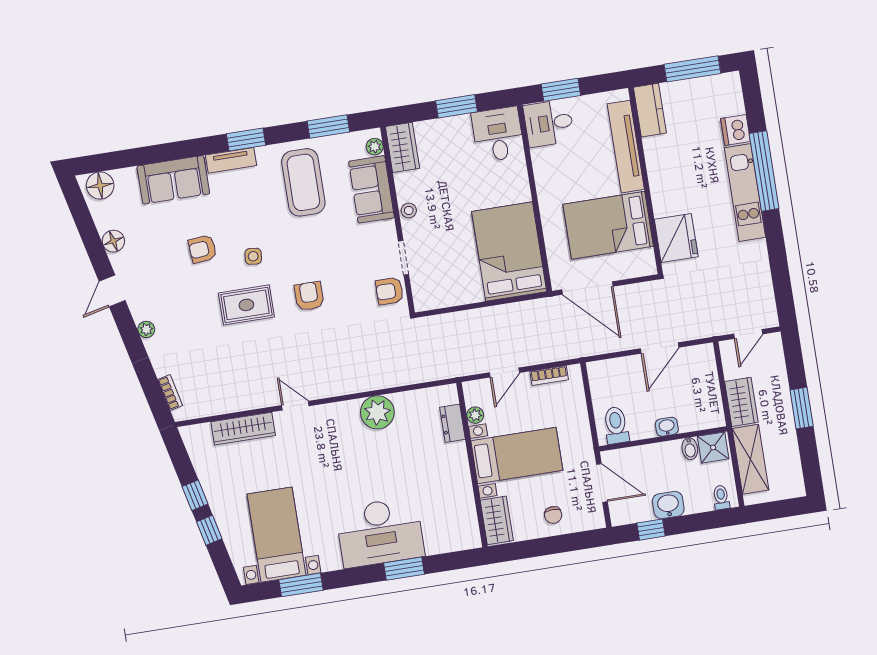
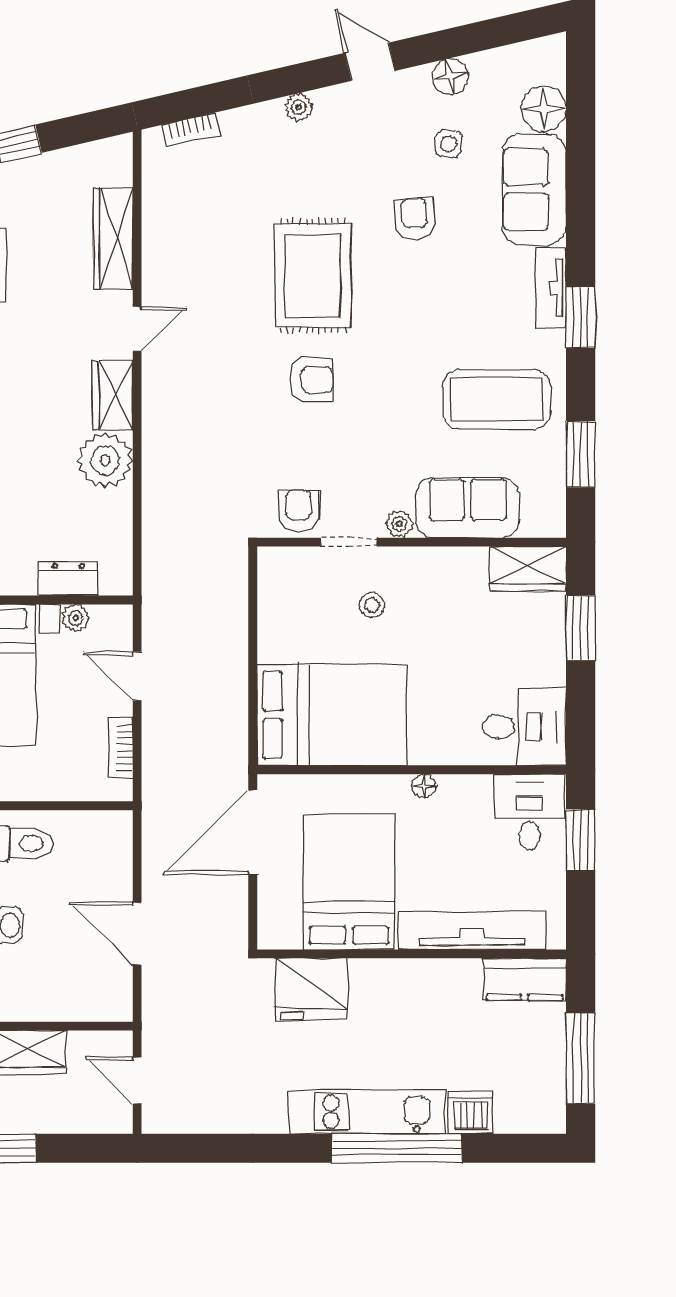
window: (456, 106) -> (581, 628), moved
plant: (375, 147) -> (399, 524), moved
floor lamp: (100, 185) -> (544, 109), moved
floor lamp: (543, 189) -> (424, 786), added
stool: (409, 210) -> (372, 605), moved
side table: (253, 256) -> (449, 144), moved
rug: (246, 305) -> (313, 276), width x1.36, depth x1.43
wardrobe: (337, 414) -> (113, 395), added

